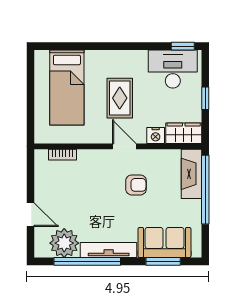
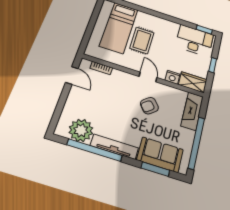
rug: (120, 98) -> (142, 40), moved
armchair: (136, 185) -> (149, 106), turned 141
window: (205, 190) -> (196, 143), moved
door: (30, 215) -> (72, 75), moved

